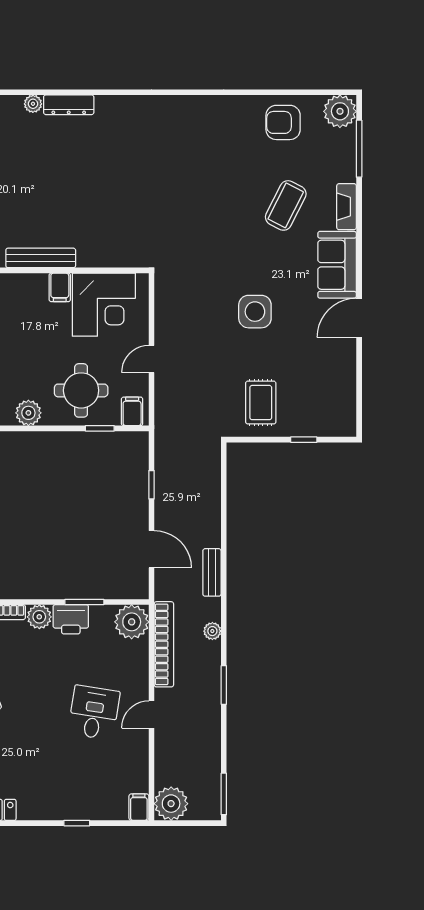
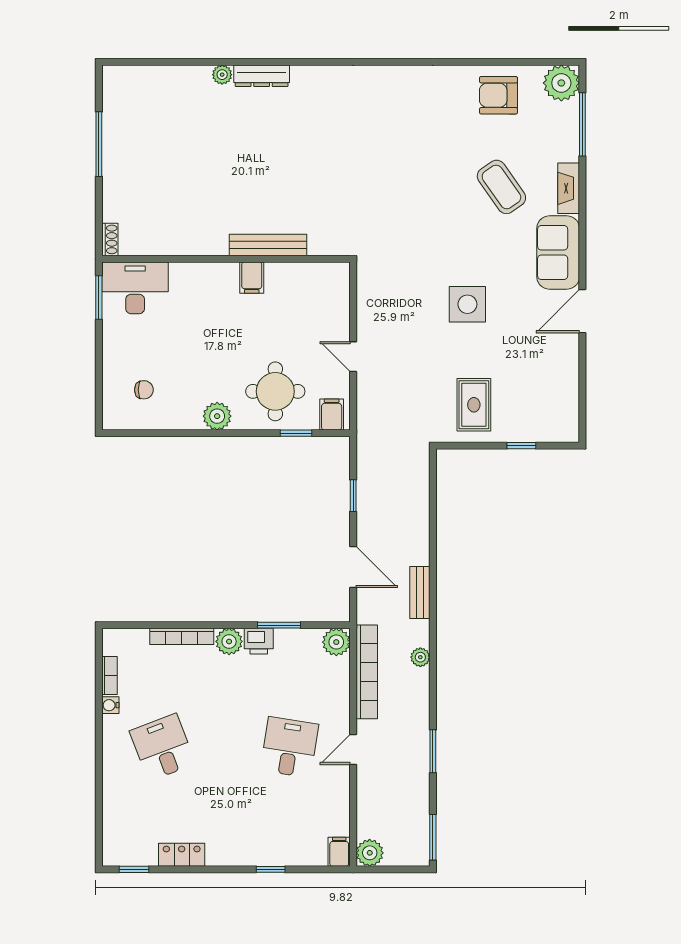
coffee table: (286, 205) -> (501, 187), turned -62
bench: (41, 258) -> (268, 245), moved
corner desk: (104, 305) -> (300, 297), removed
door: (152, 359) -> (353, 357), hinge flipped
printer: (71, 619) -> (259, 641), width x0.73, depth x0.81
plant: (132, 622) -> (336, 642), width x0.73, depth x0.73
window: (224, 685) -> (433, 751), moved
plant: (171, 804) -> (370, 853), width x0.73, depth x0.73

